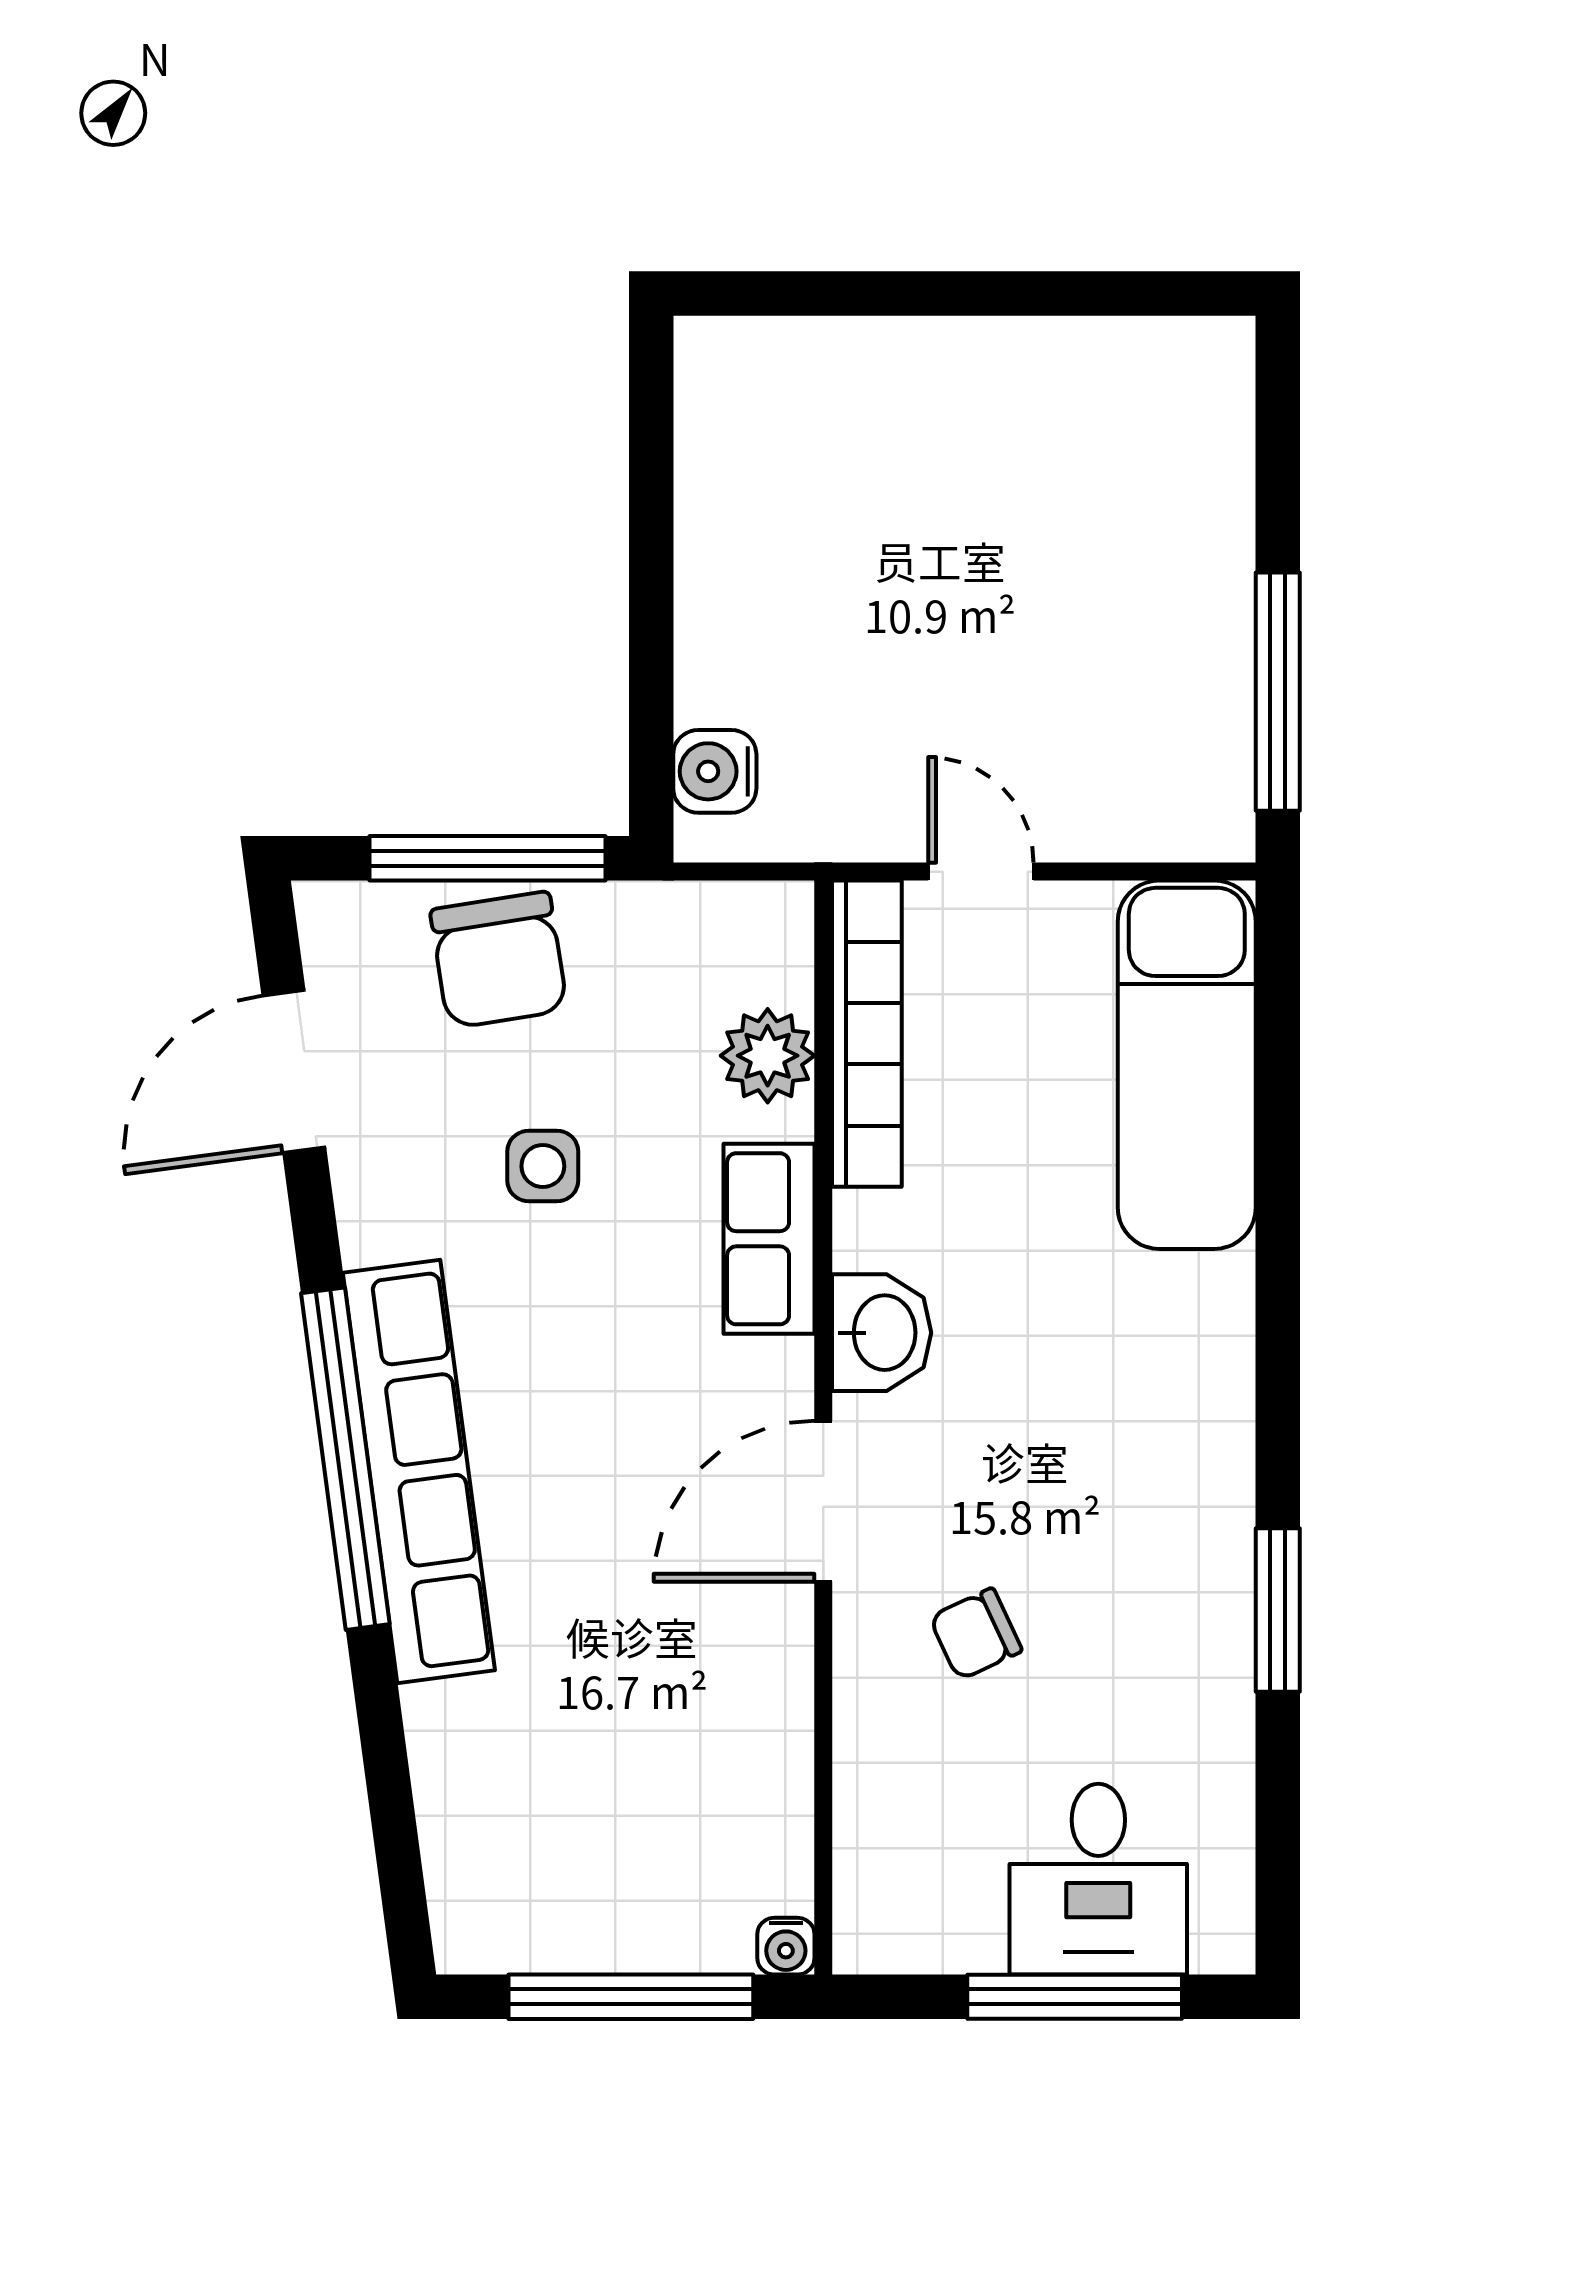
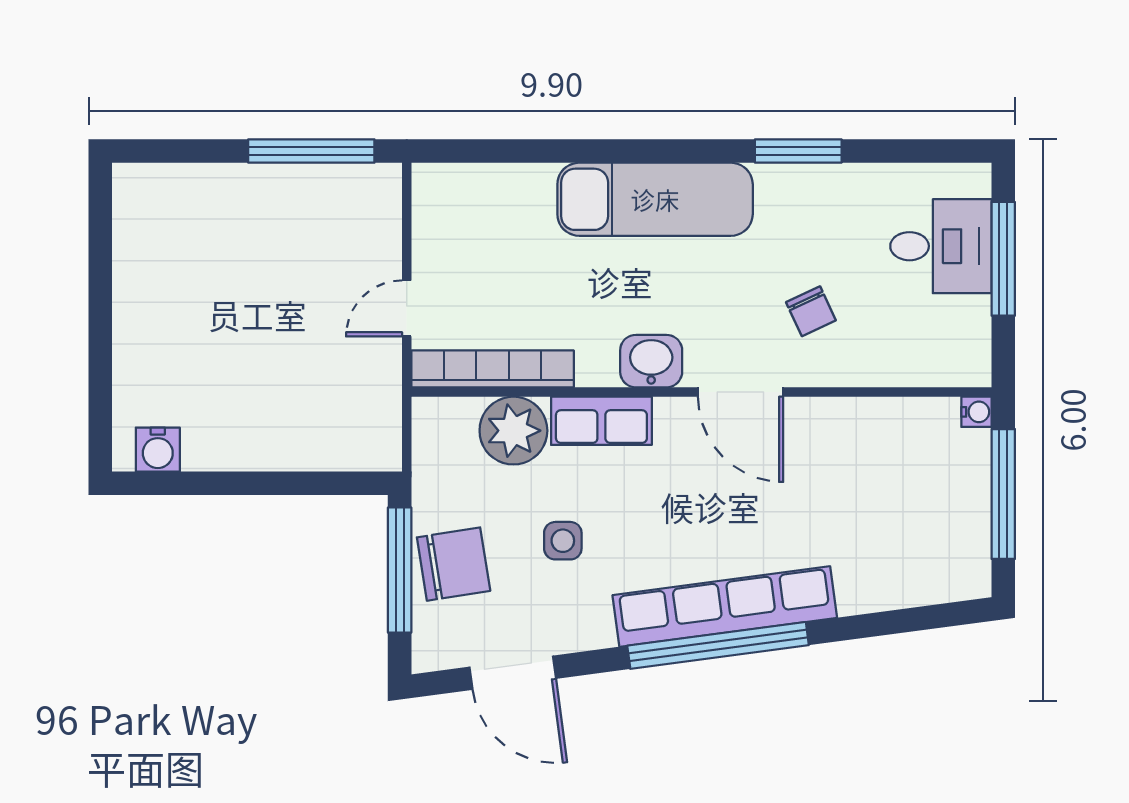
water cooler: (715, 771) -> (158, 450), moved
plant: (768, 1056) -> (513, 431), width x1.36, depth x1.36
exam couch: (1187, 1065) -> (655, 199), moved

